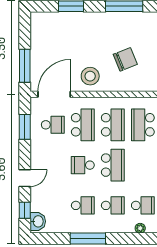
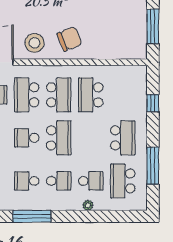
chair: (125, 59) -> (69, 39), moved
school desk: (83, 125) -> (27, 95), turned 180
school desk: (83, 205) -> (27, 181), turned 180

